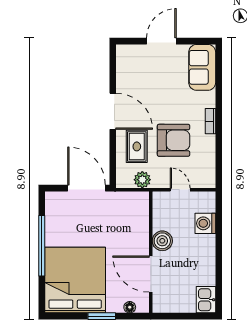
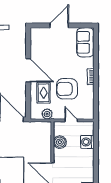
armchair: (174, 140) -> (67, 89), turned 180
boiler: (162, 241) -> (60, 142), moved

